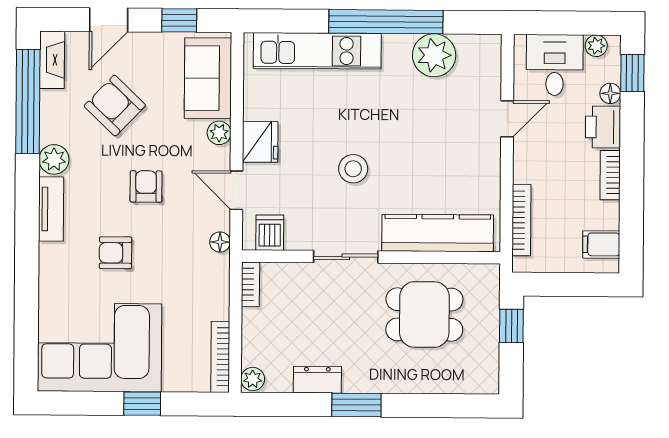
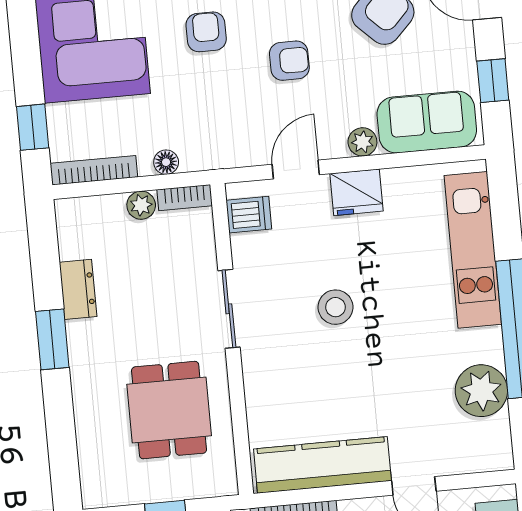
kitchen counter: (438, 233) -> (322, 465), moved, turned -90
floor lamp: (220, 242) -> (166, 162), moved
plant: (253, 379) -> (141, 205), moved
window: (142, 404) -> (33, 127), moved

